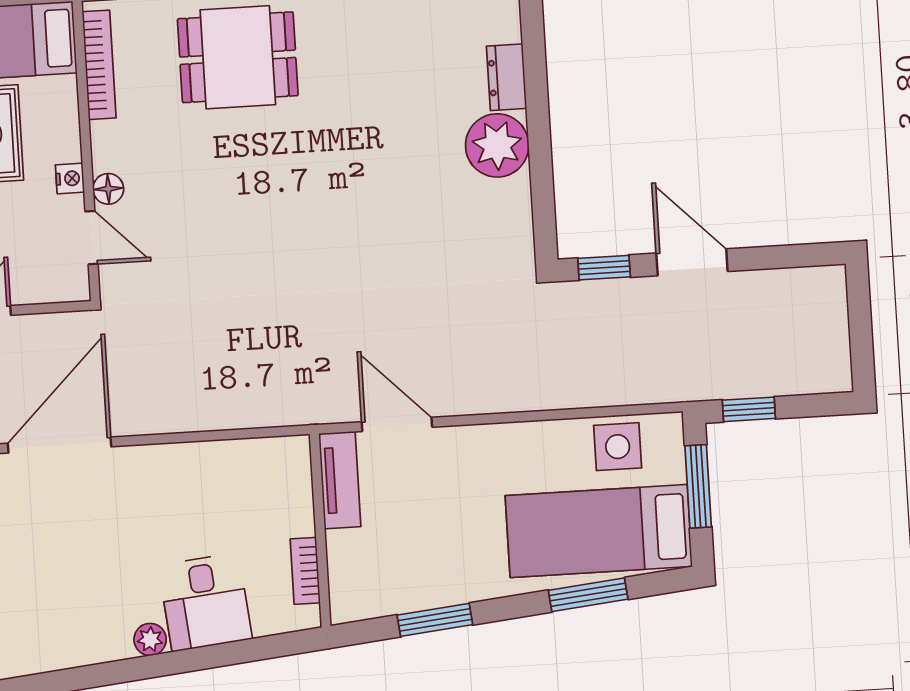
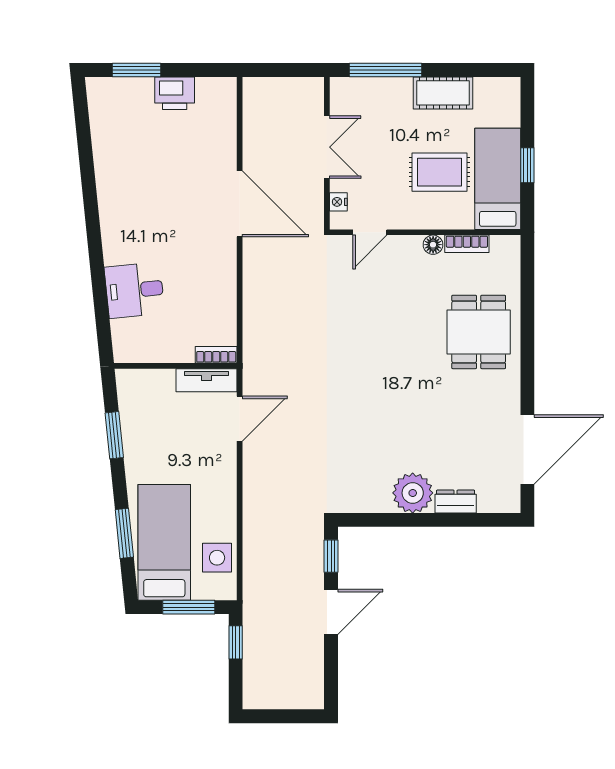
bookcase: (99, 65) -> (467, 244), width x0.64
nightstand: (70, 178) -> (338, 202), moved, turned 90
floor lamp: (108, 189) -> (433, 245), moved
bookcase: (305, 571) -> (216, 355), moved
plant: (150, 639) -> (113, 254), removed

